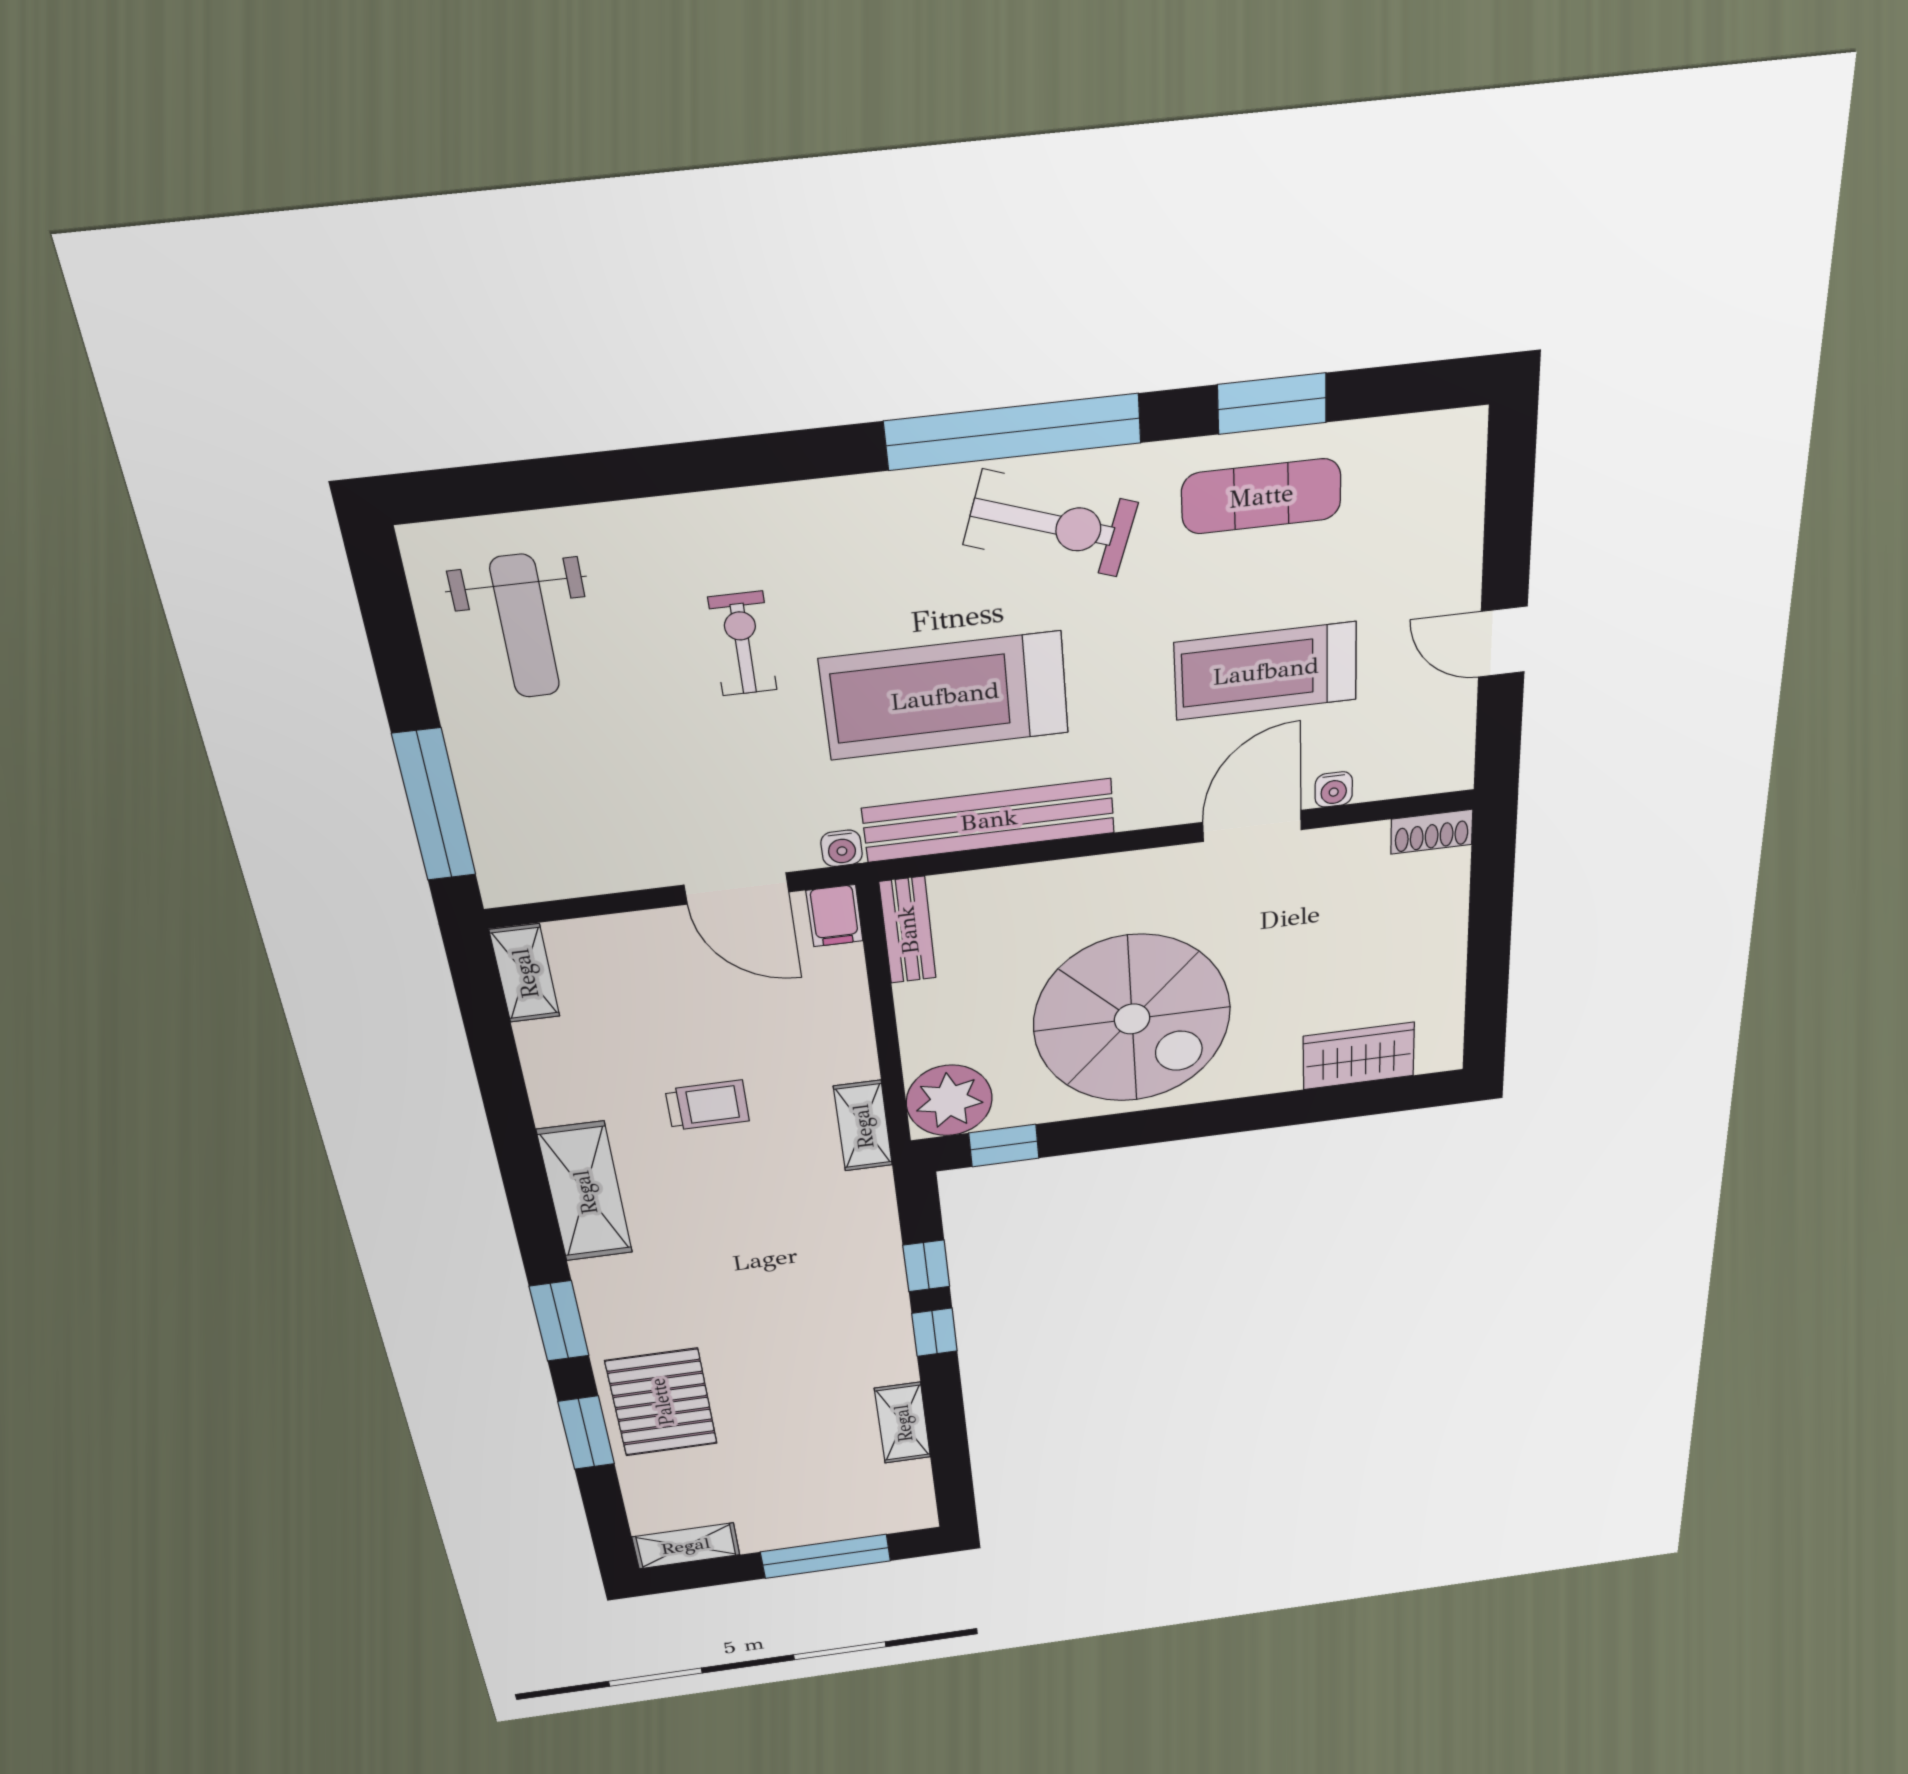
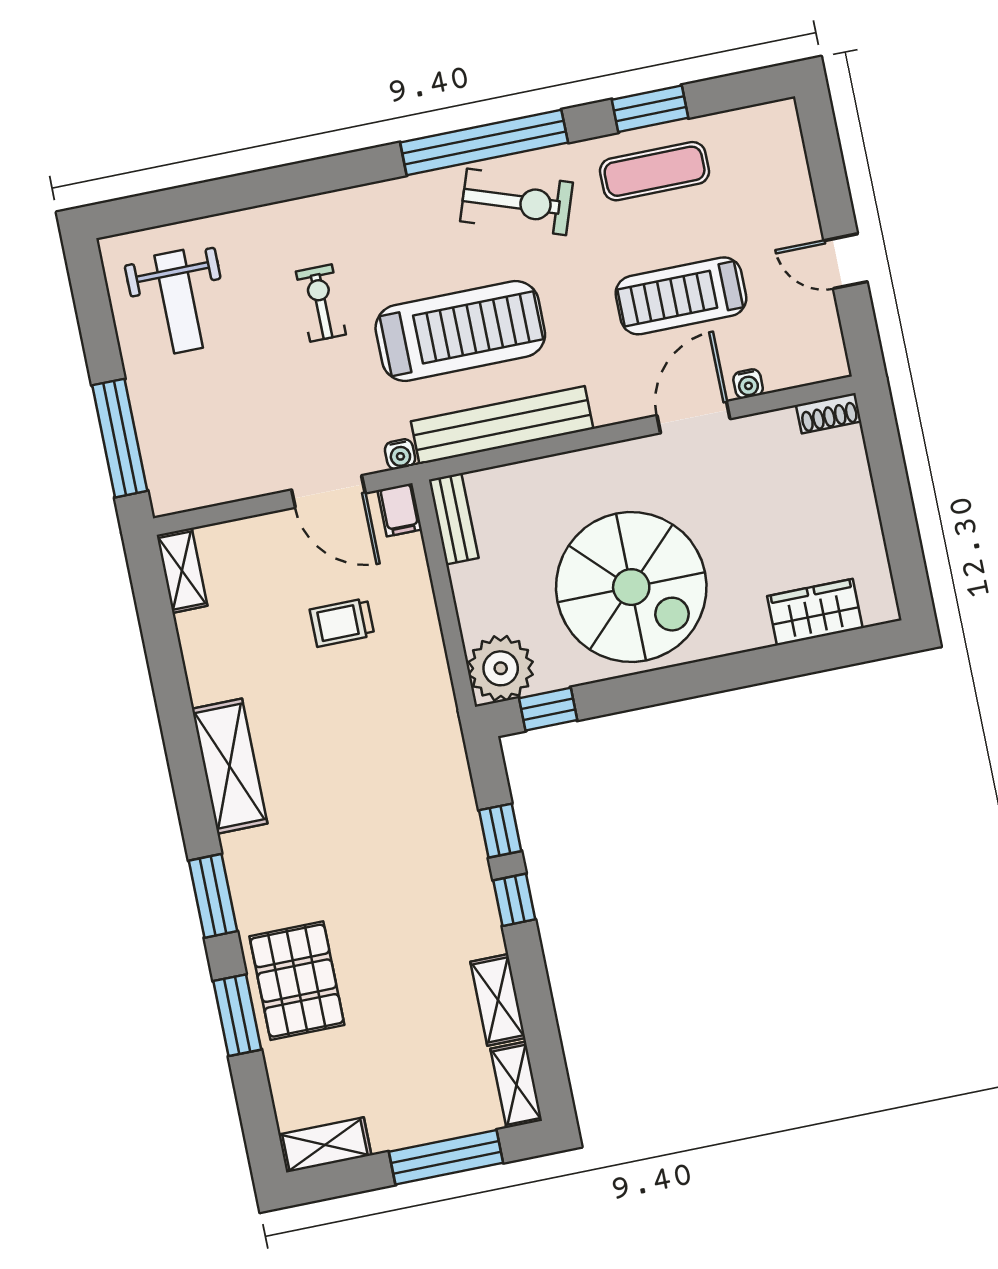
treadmill: (945, 696) -> (460, 331), turned 180
trolley: (707, 1105) -> (342, 622), moved, turned 180
shelving: (863, 1126) -> (516, 1085), moved

